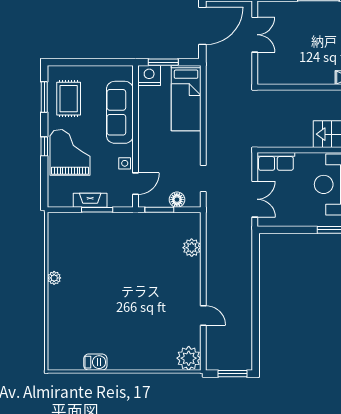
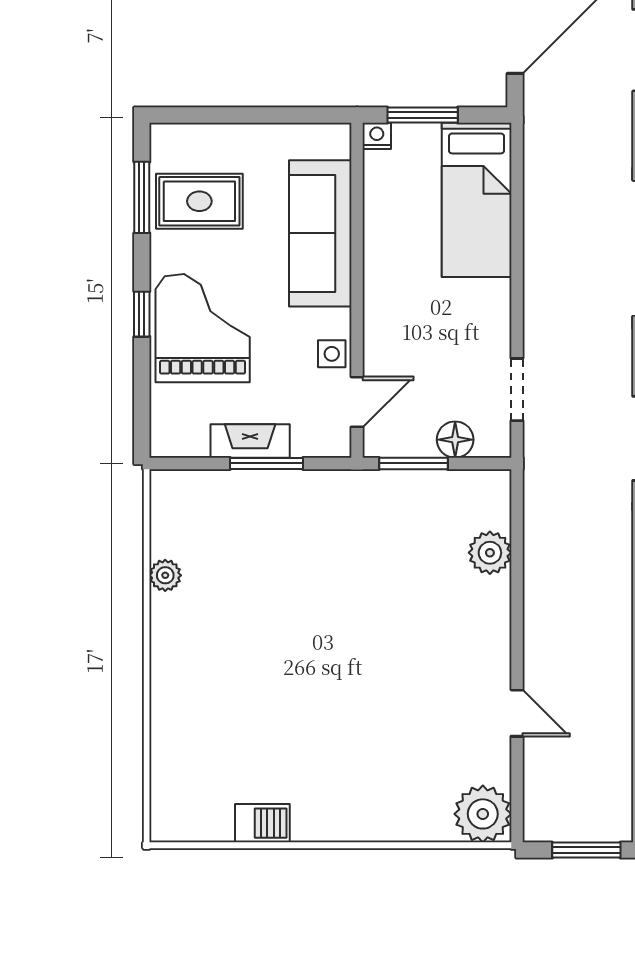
nightstand: (149, 75) -> (377, 136), width x0.53, depth x0.56
rug: (69, 99) -> (199, 201), turned 90
plant: (54, 278) -> (165, 575), moved

